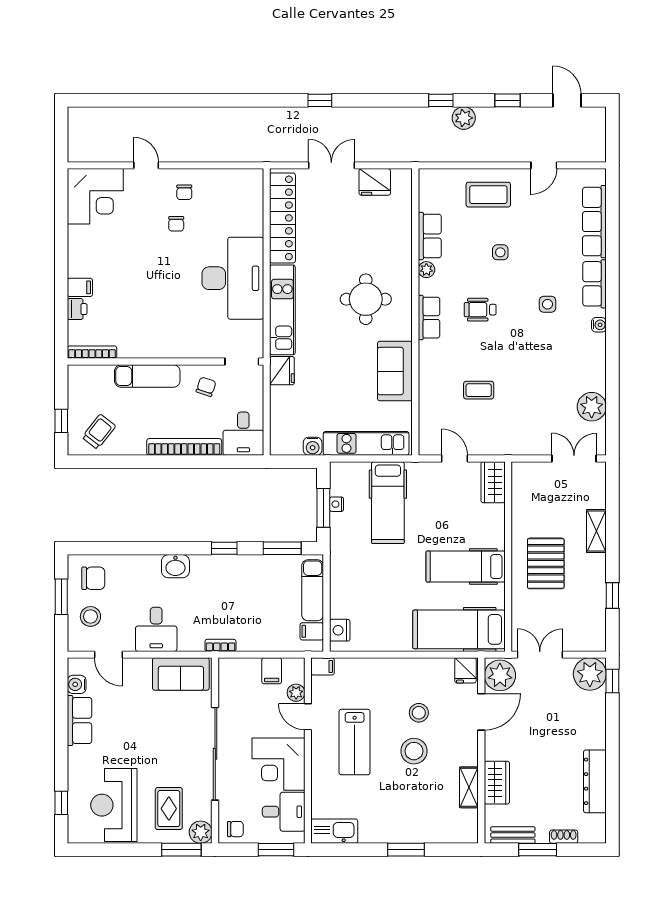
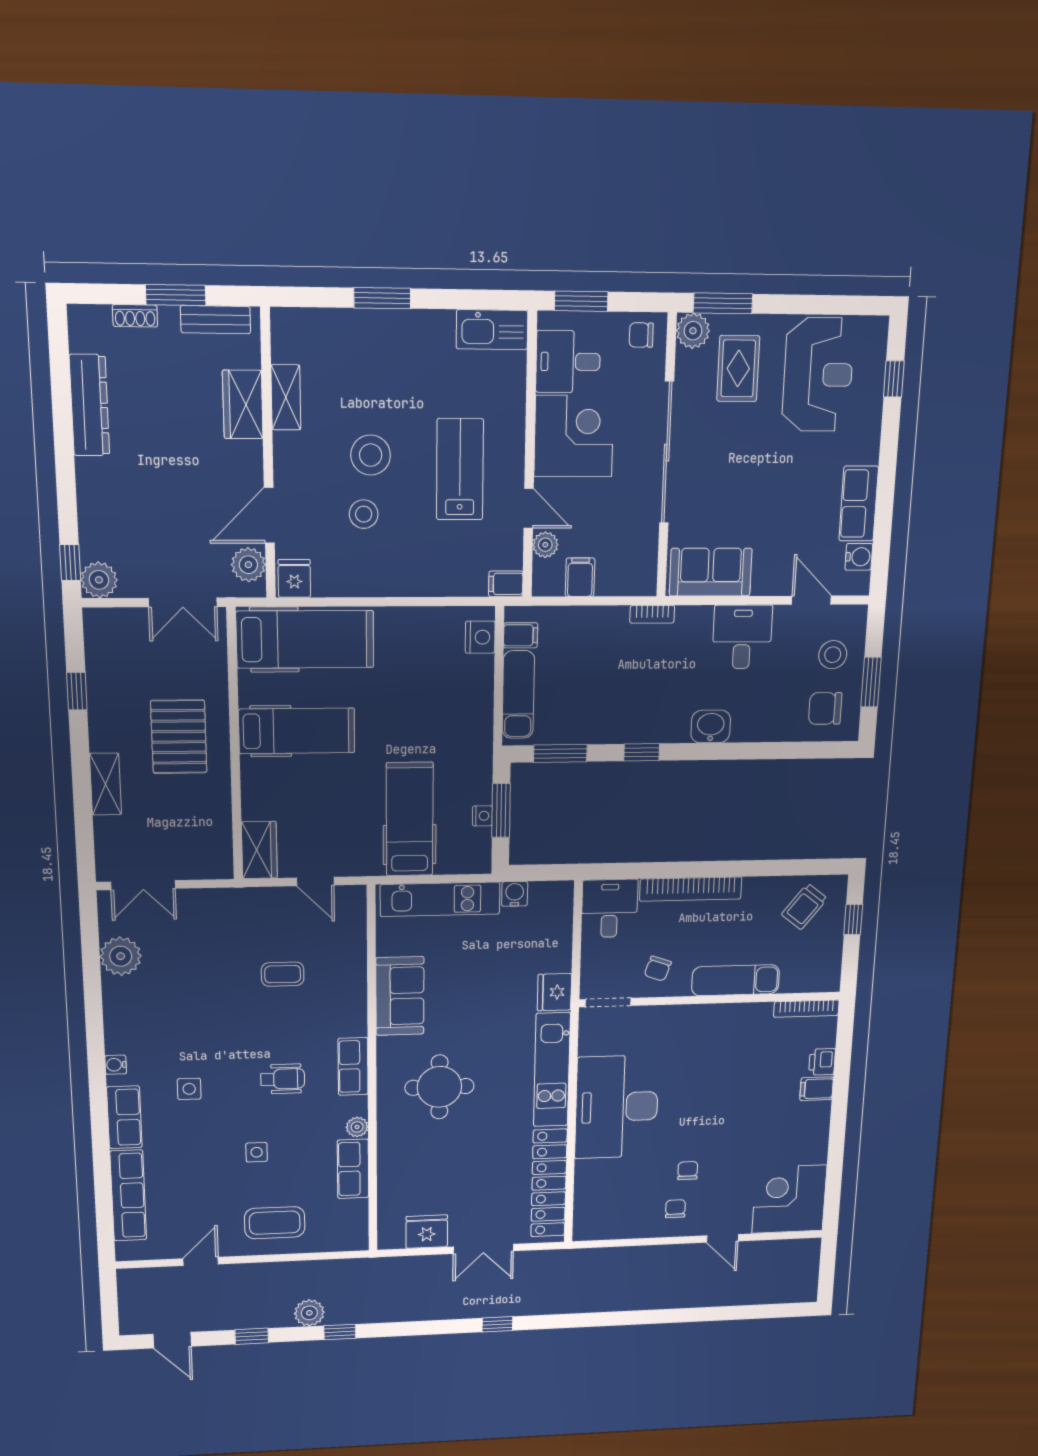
plant: (590, 674) -> (99, 580), width x0.73, depth x0.73
plant: (500, 675) -> (248, 565), width x0.73, depth x0.73

